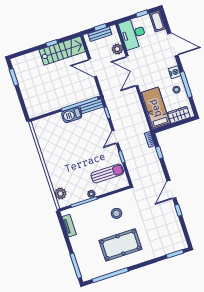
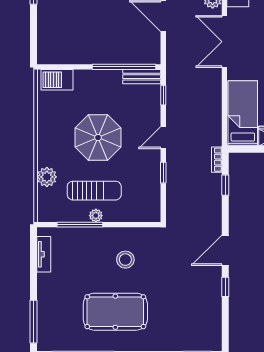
barbecue: (72, 115) -> (57, 80), moved
parasol: (78, 149) -> (98, 138), added
sun lounger: (107, 173) -> (94, 191), moved
plant: (60, 193) -> (47, 177), moved

